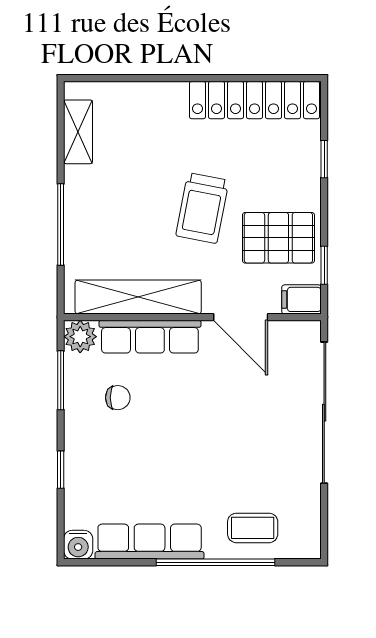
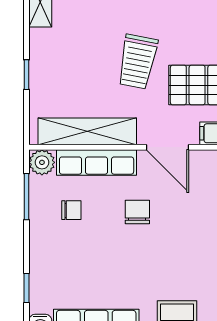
window: (61, 225) -> (27, 75), width x0.46
chair: (202, 400) -> (137, 212), added
window: (61, 470) -> (27, 288), moved

